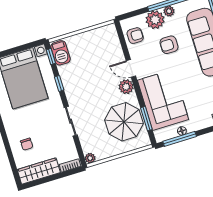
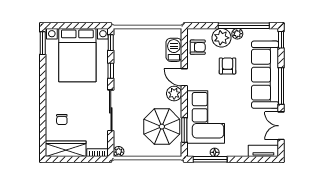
armchair: (169, 45) -> (228, 66), turned 90
barbecue: (60, 53) -> (174, 50), moved, turned 180
sliding door: (71, 121) -> (111, 110), width x1.37

